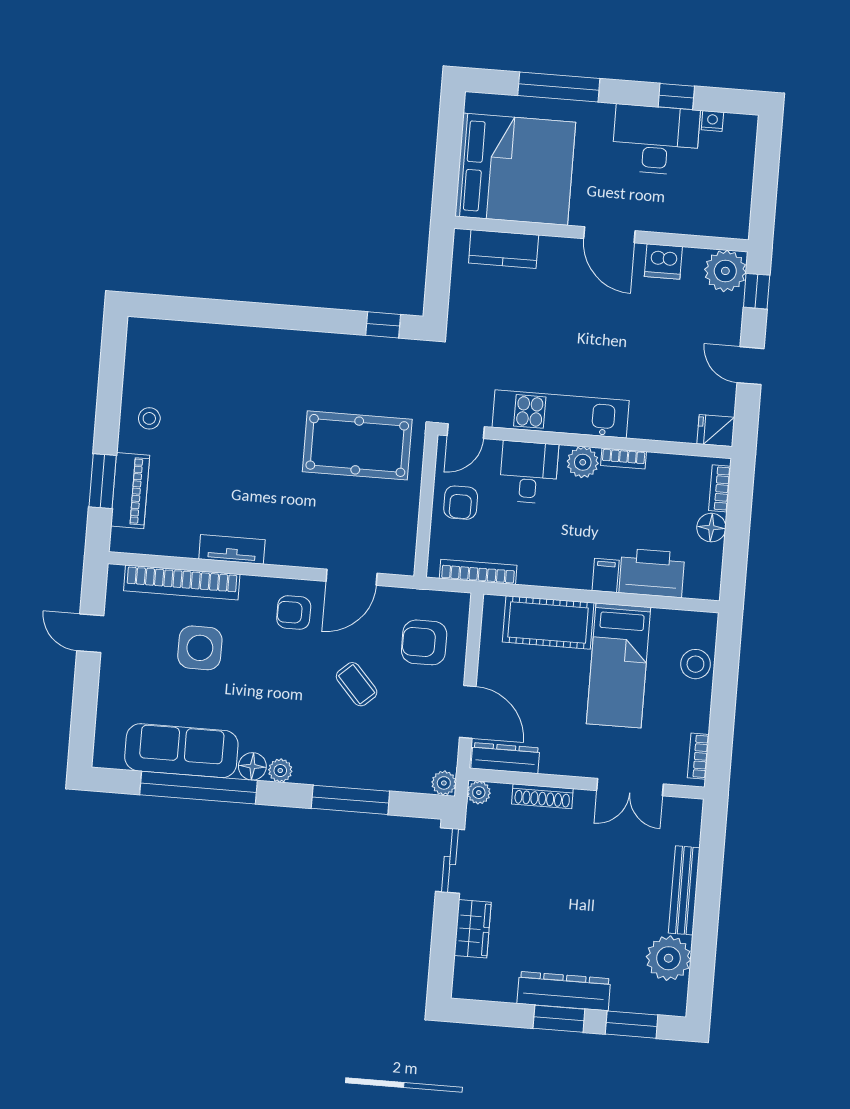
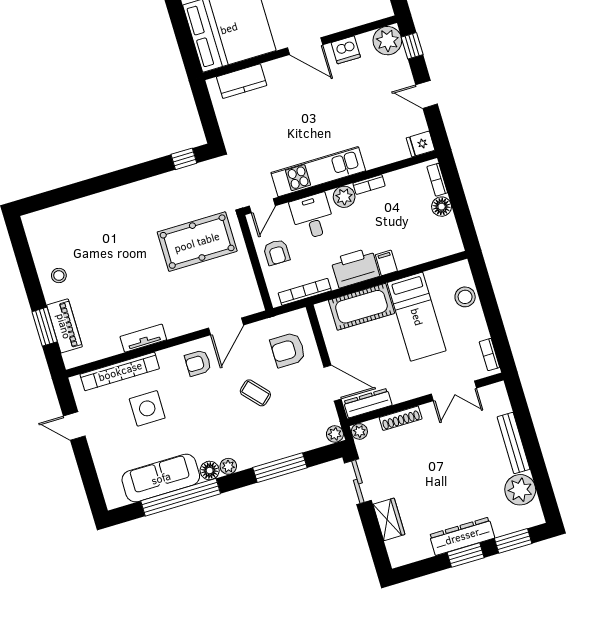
printer: (652, 573) -> (355, 268), moved

